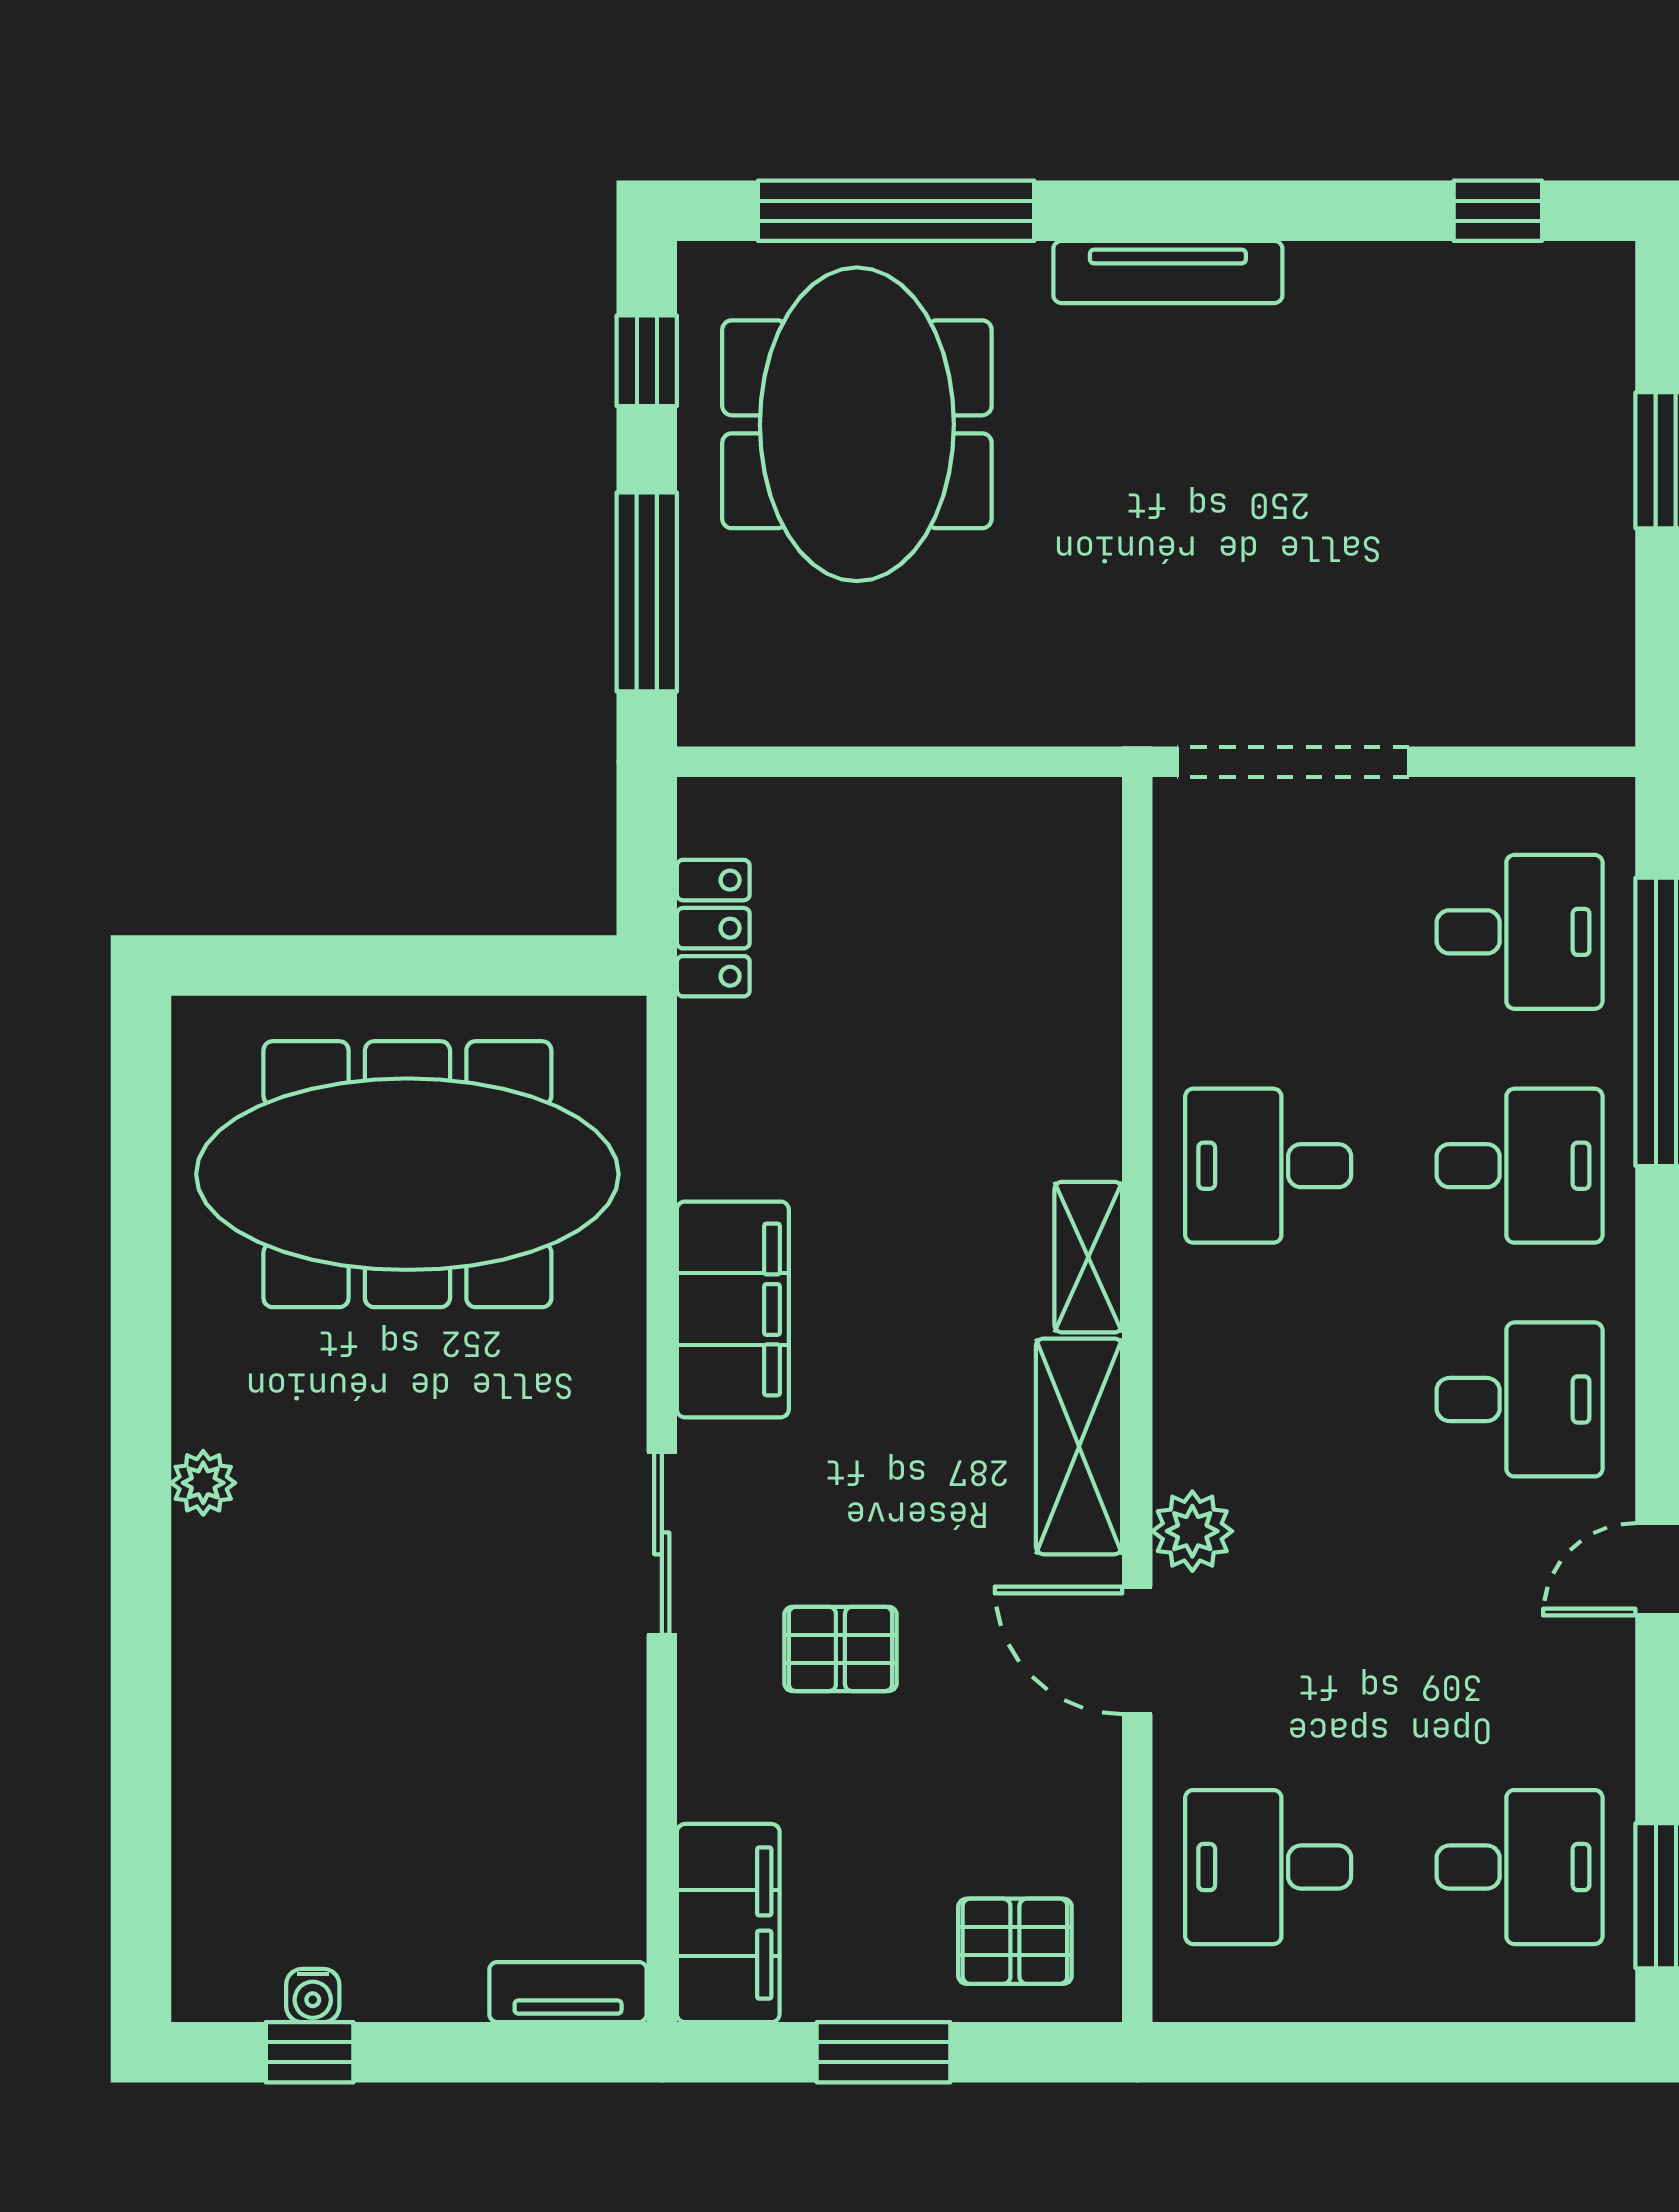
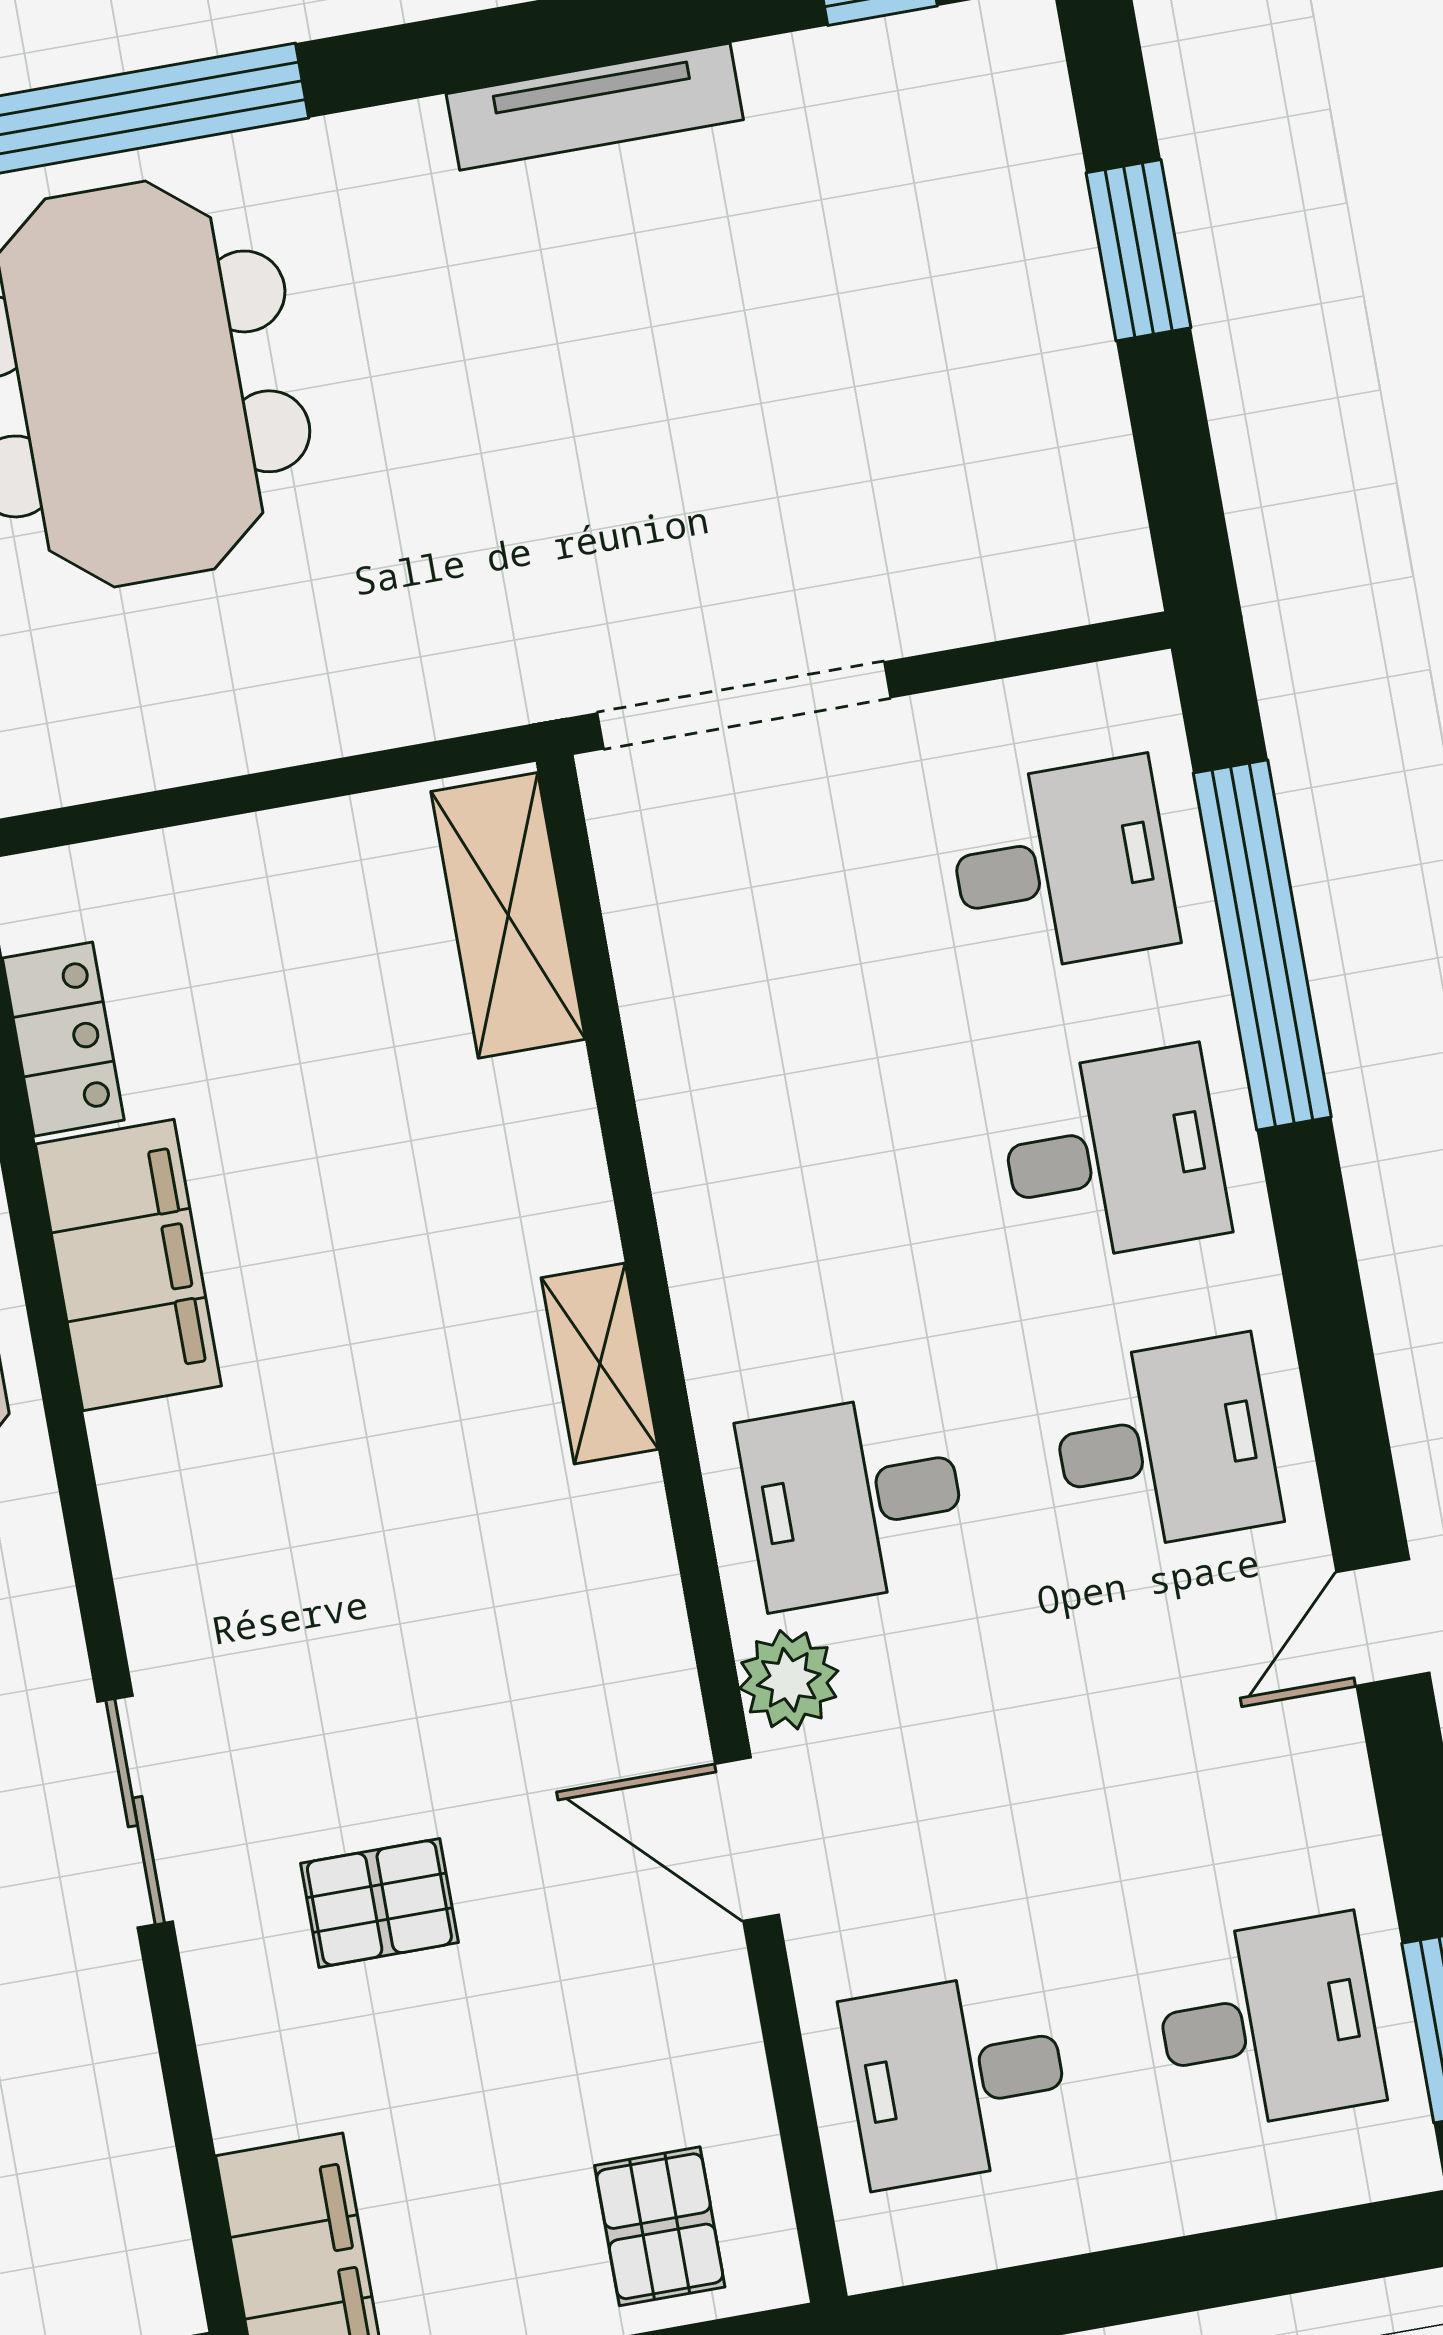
tv unit: (1168, 272) -> (595, 107), moved
desk: (1268, 1166) -> (854, 1500), moved
filing cabinet: (733, 1309) -> (128, 1265), moved
shelving: (1079, 1446) -> (508, 915), moved
pallet: (1015, 1941) -> (660, 2226), turned 90

